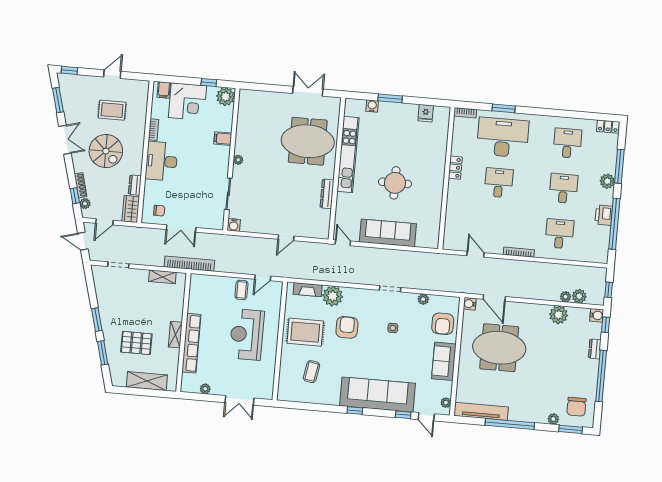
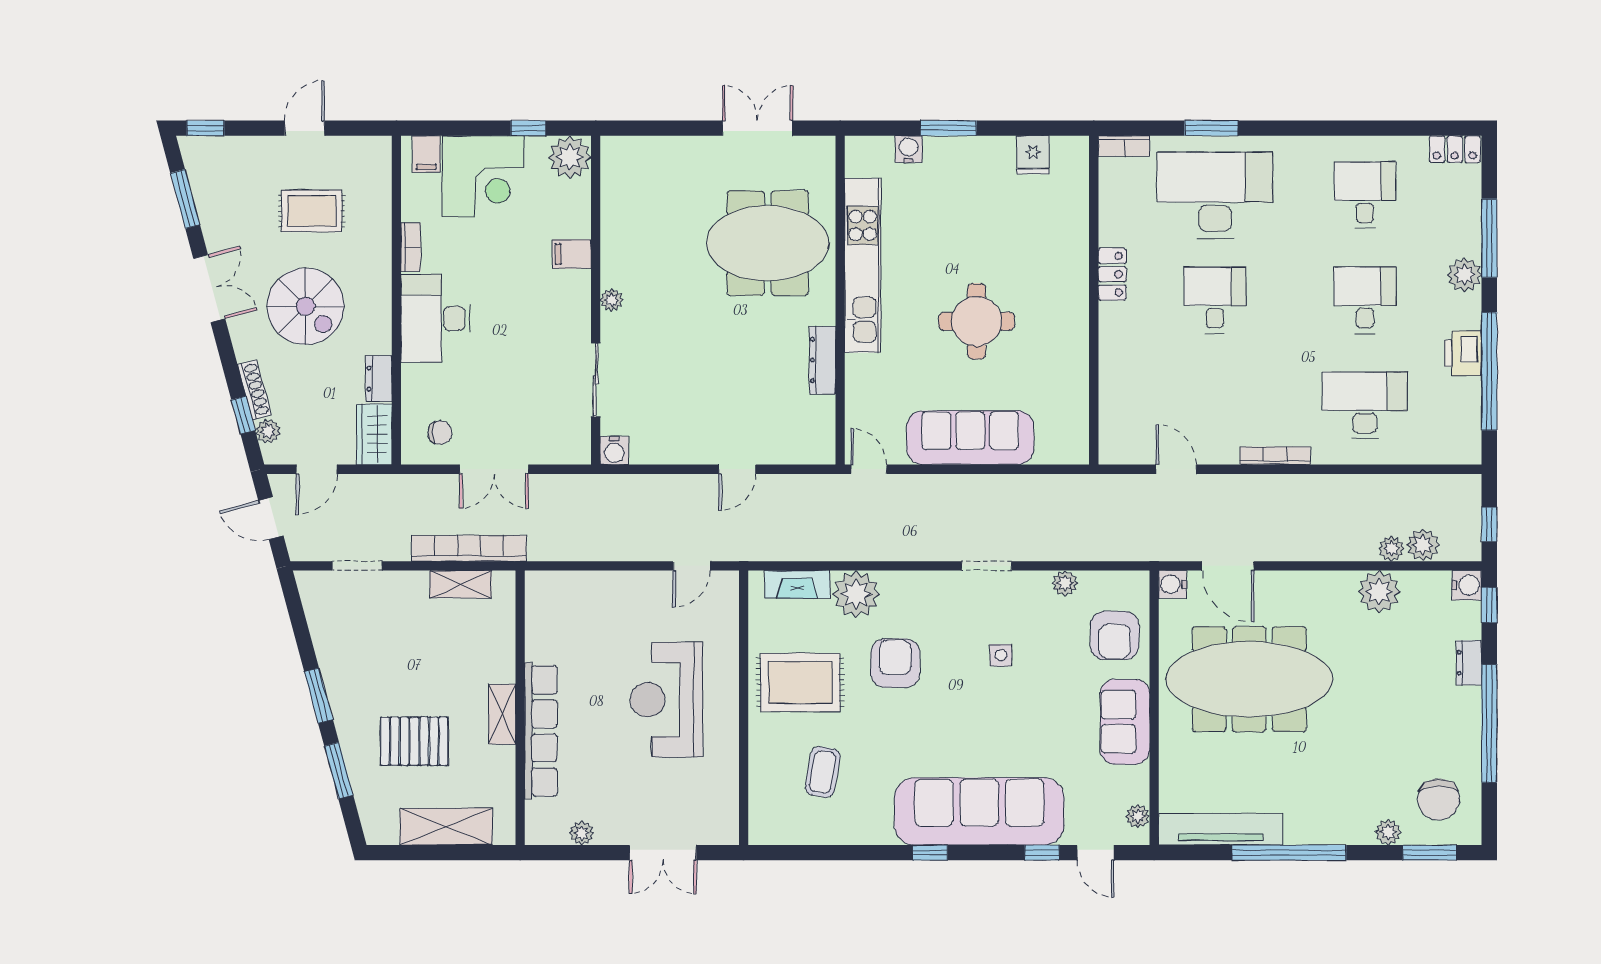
desk: (559, 234) -> (1365, 405), width x1.37
bookcase: (189, 264) -> (469, 548), moved
coffee table: (241, 290) -> (645, 598), removed
meeting table: (499, 348) -> (1249, 679), width x1.36

